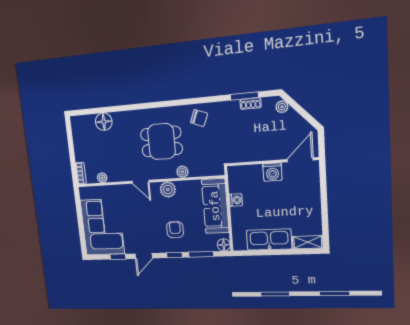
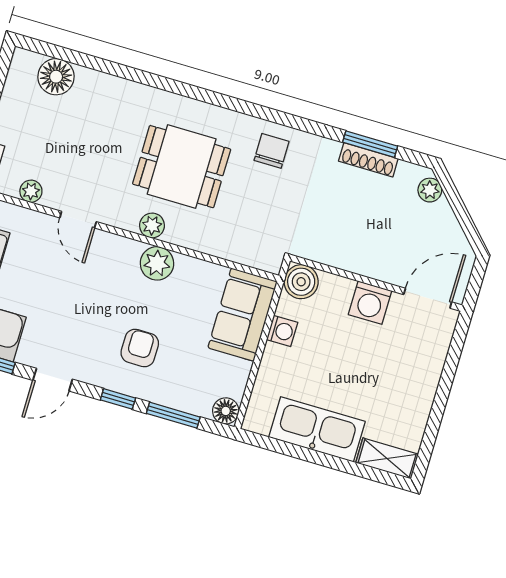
shoe rack: (251, 104) -> (368, 160), width x1.43
chair: (199, 118) -> (272, 151), turned -112
floor lamp: (104, 122) -> (56, 77), moved
plant: (182, 172) -> (152, 225), moved
boiler: (236, 174) -> (301, 282), added
door: (140, 182) -> (78, 220), moved
sofa: (215, 206) -> (243, 315), width x0.73

